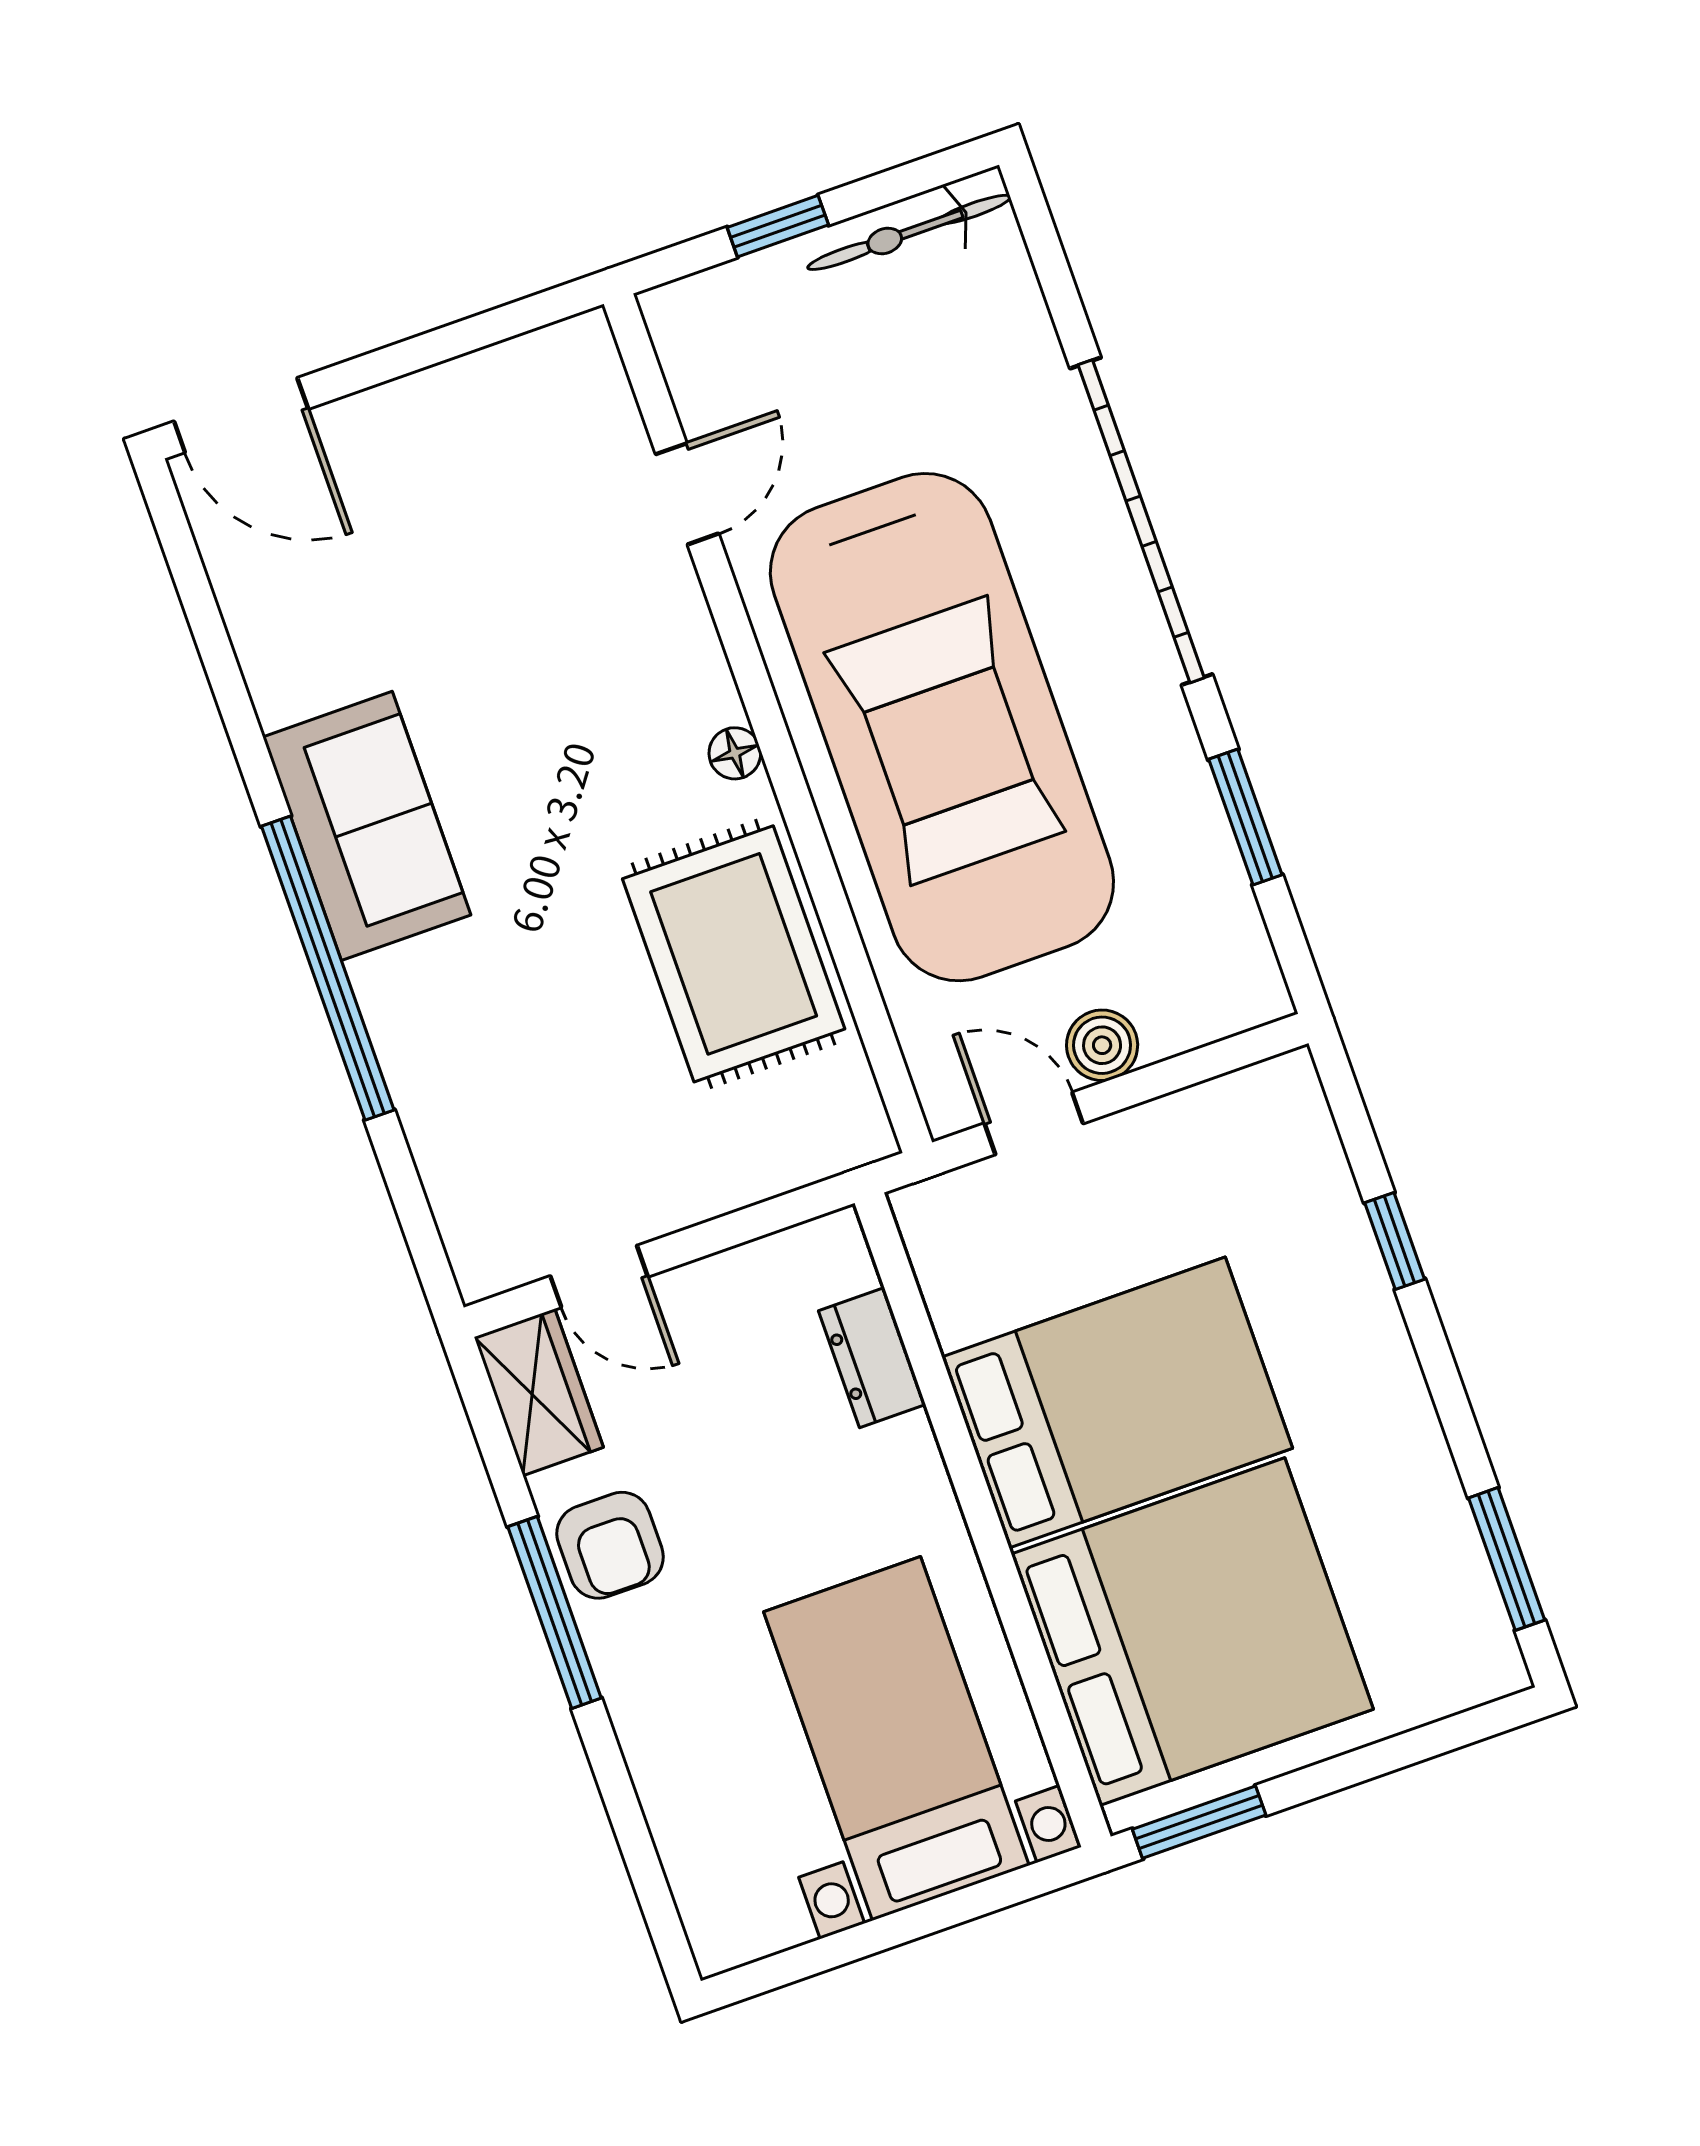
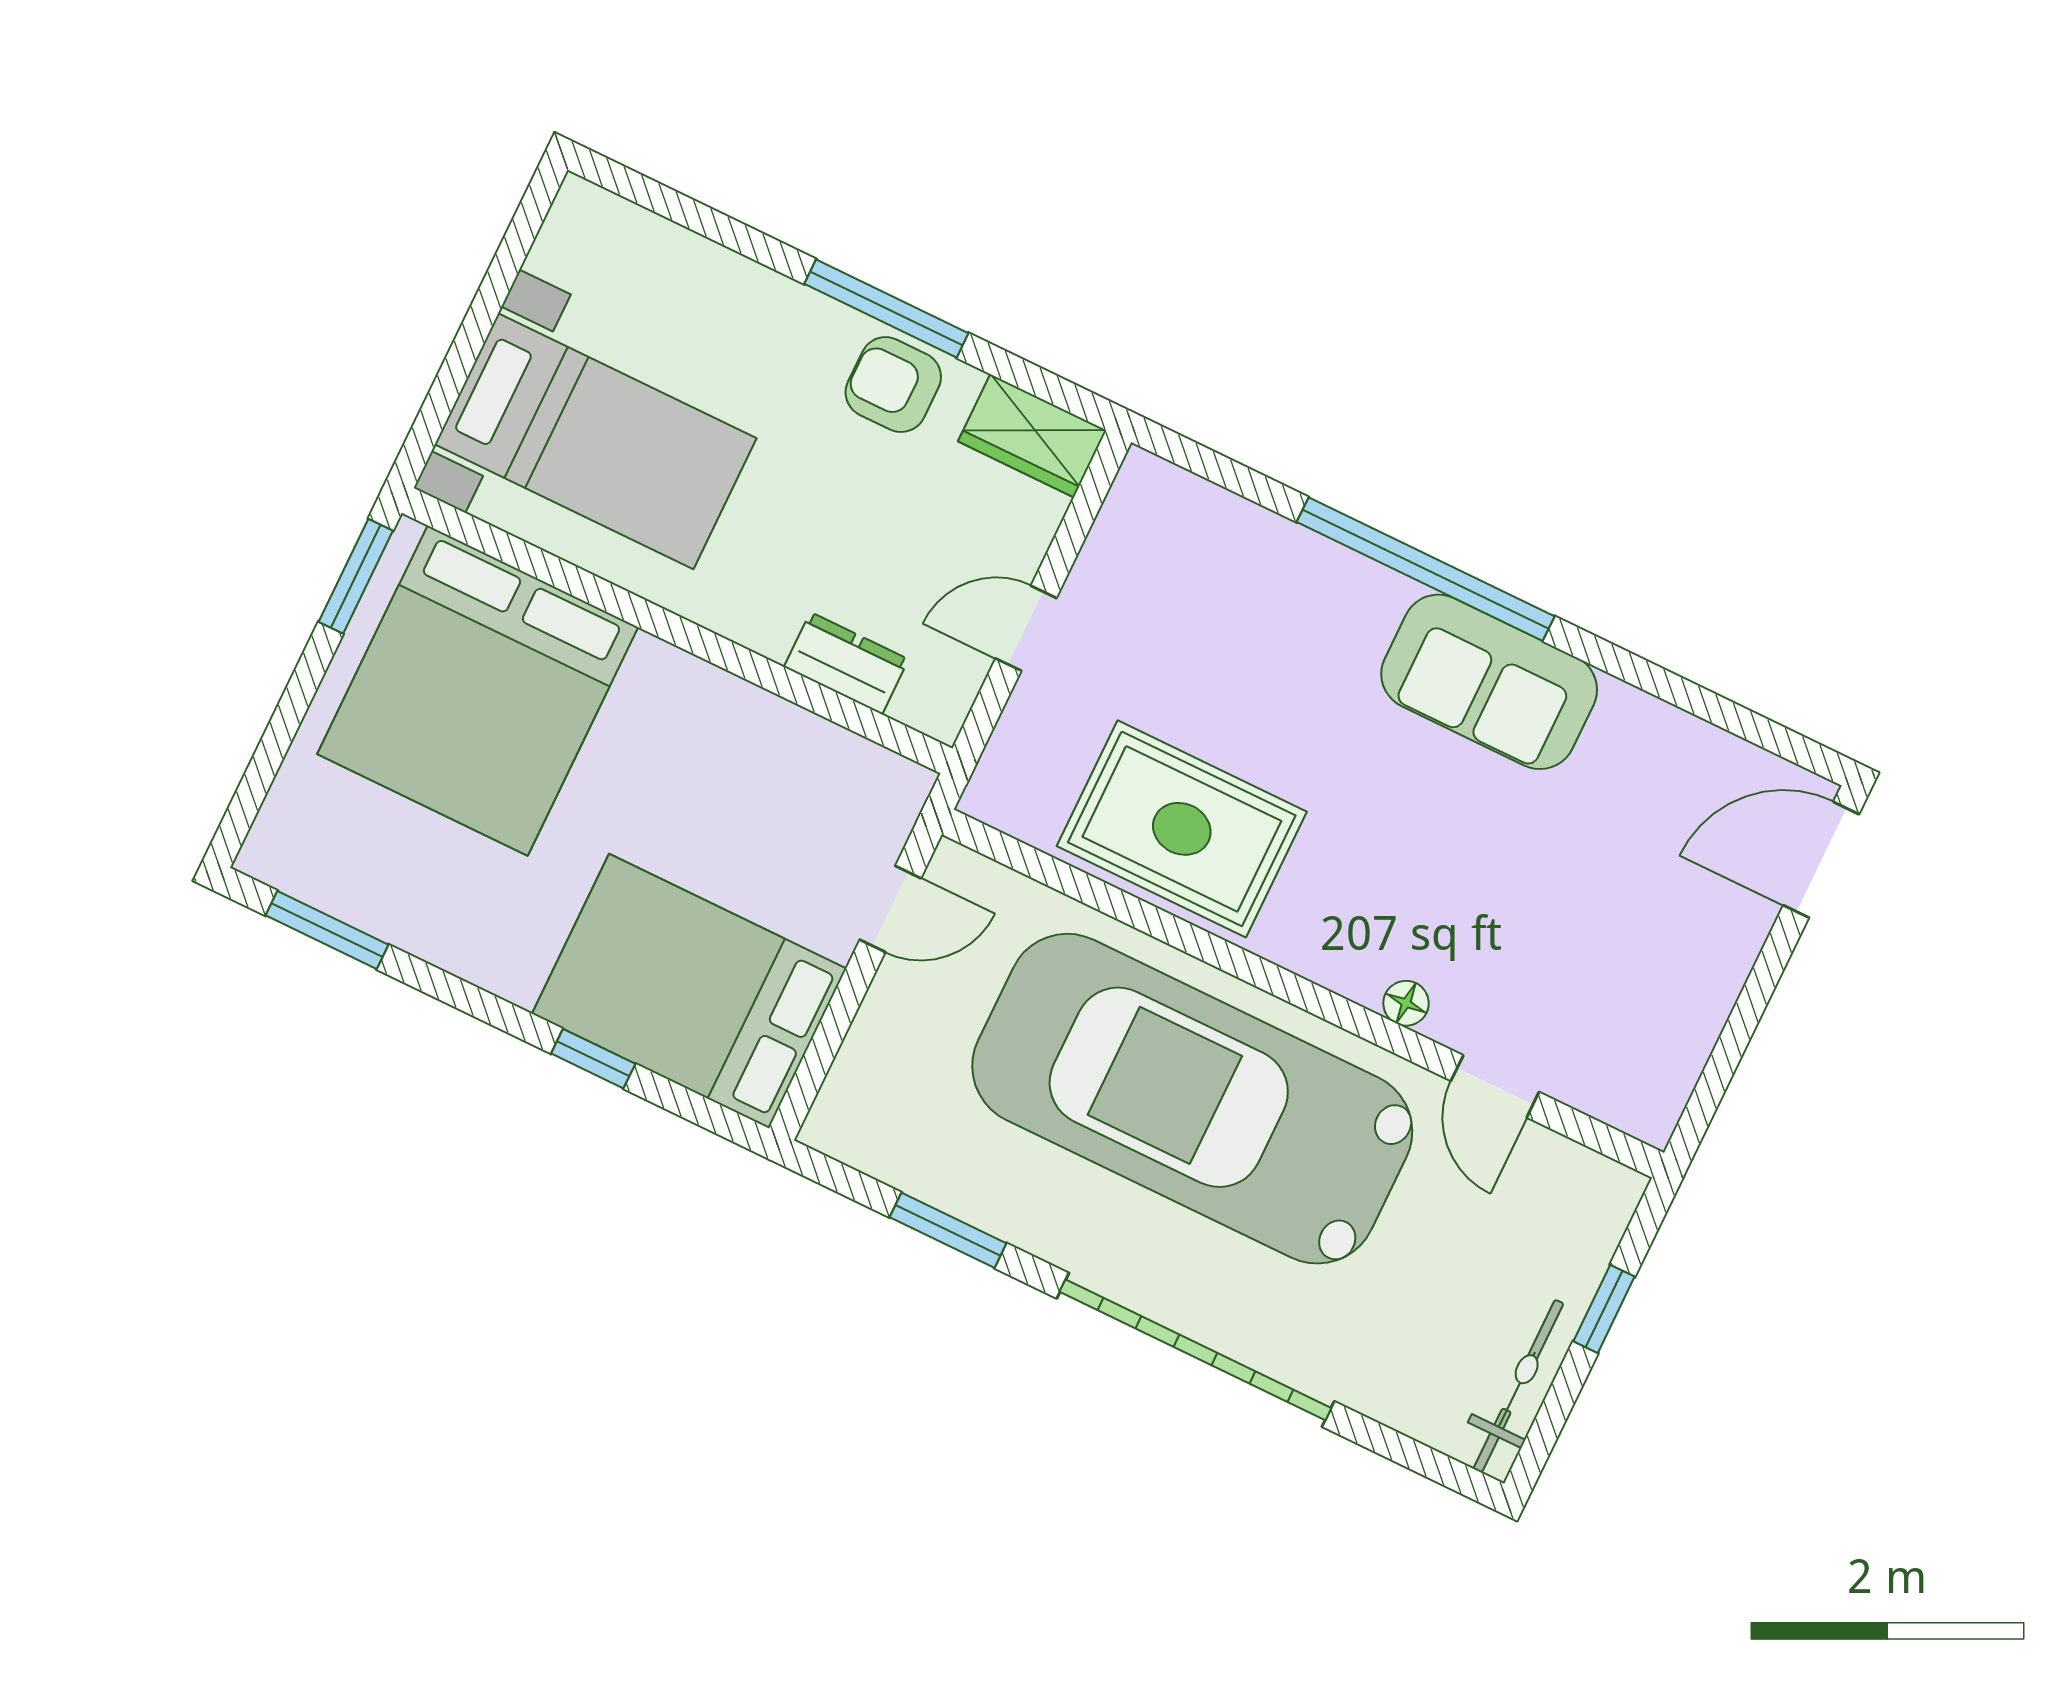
floor lamp: (735, 753) -> (1406, 1003), moved
boiler: (1102, 1045) -> (896, 1000), removed
door: (599, 1276) -> (1026, 628), moved
bed: (1117, 1403) -> (689, 991), moved, turned 90

